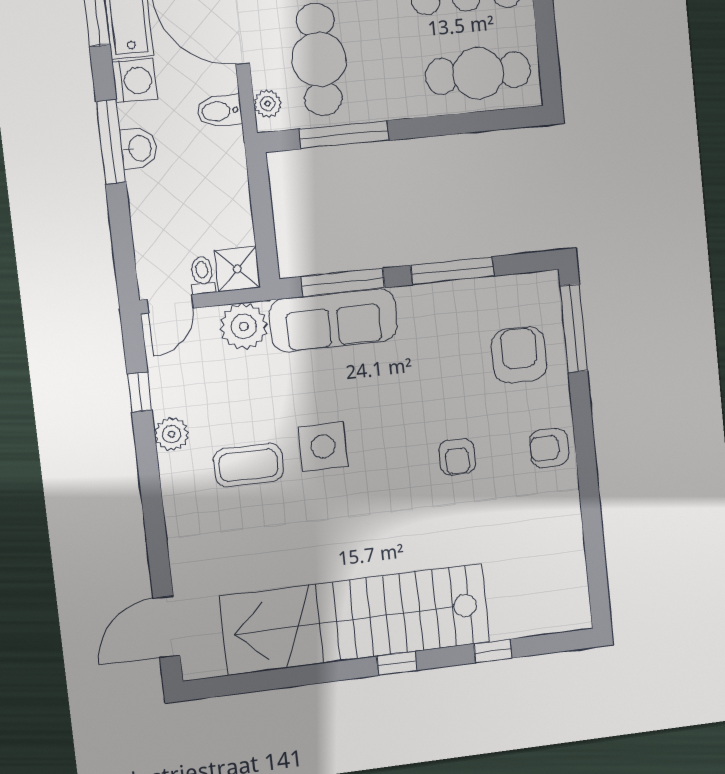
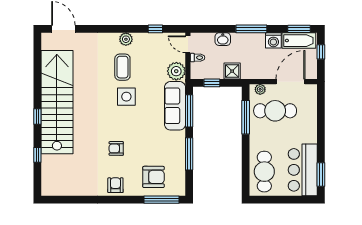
bidet: (219, 111) -> (259, 71), removed
washbasin: (139, 148) -> (223, 39), moved
window: (264, 231) -> (212, 83), added
shower: (237, 269) -> (232, 71), moved
plant: (172, 434) -> (126, 39), moved

